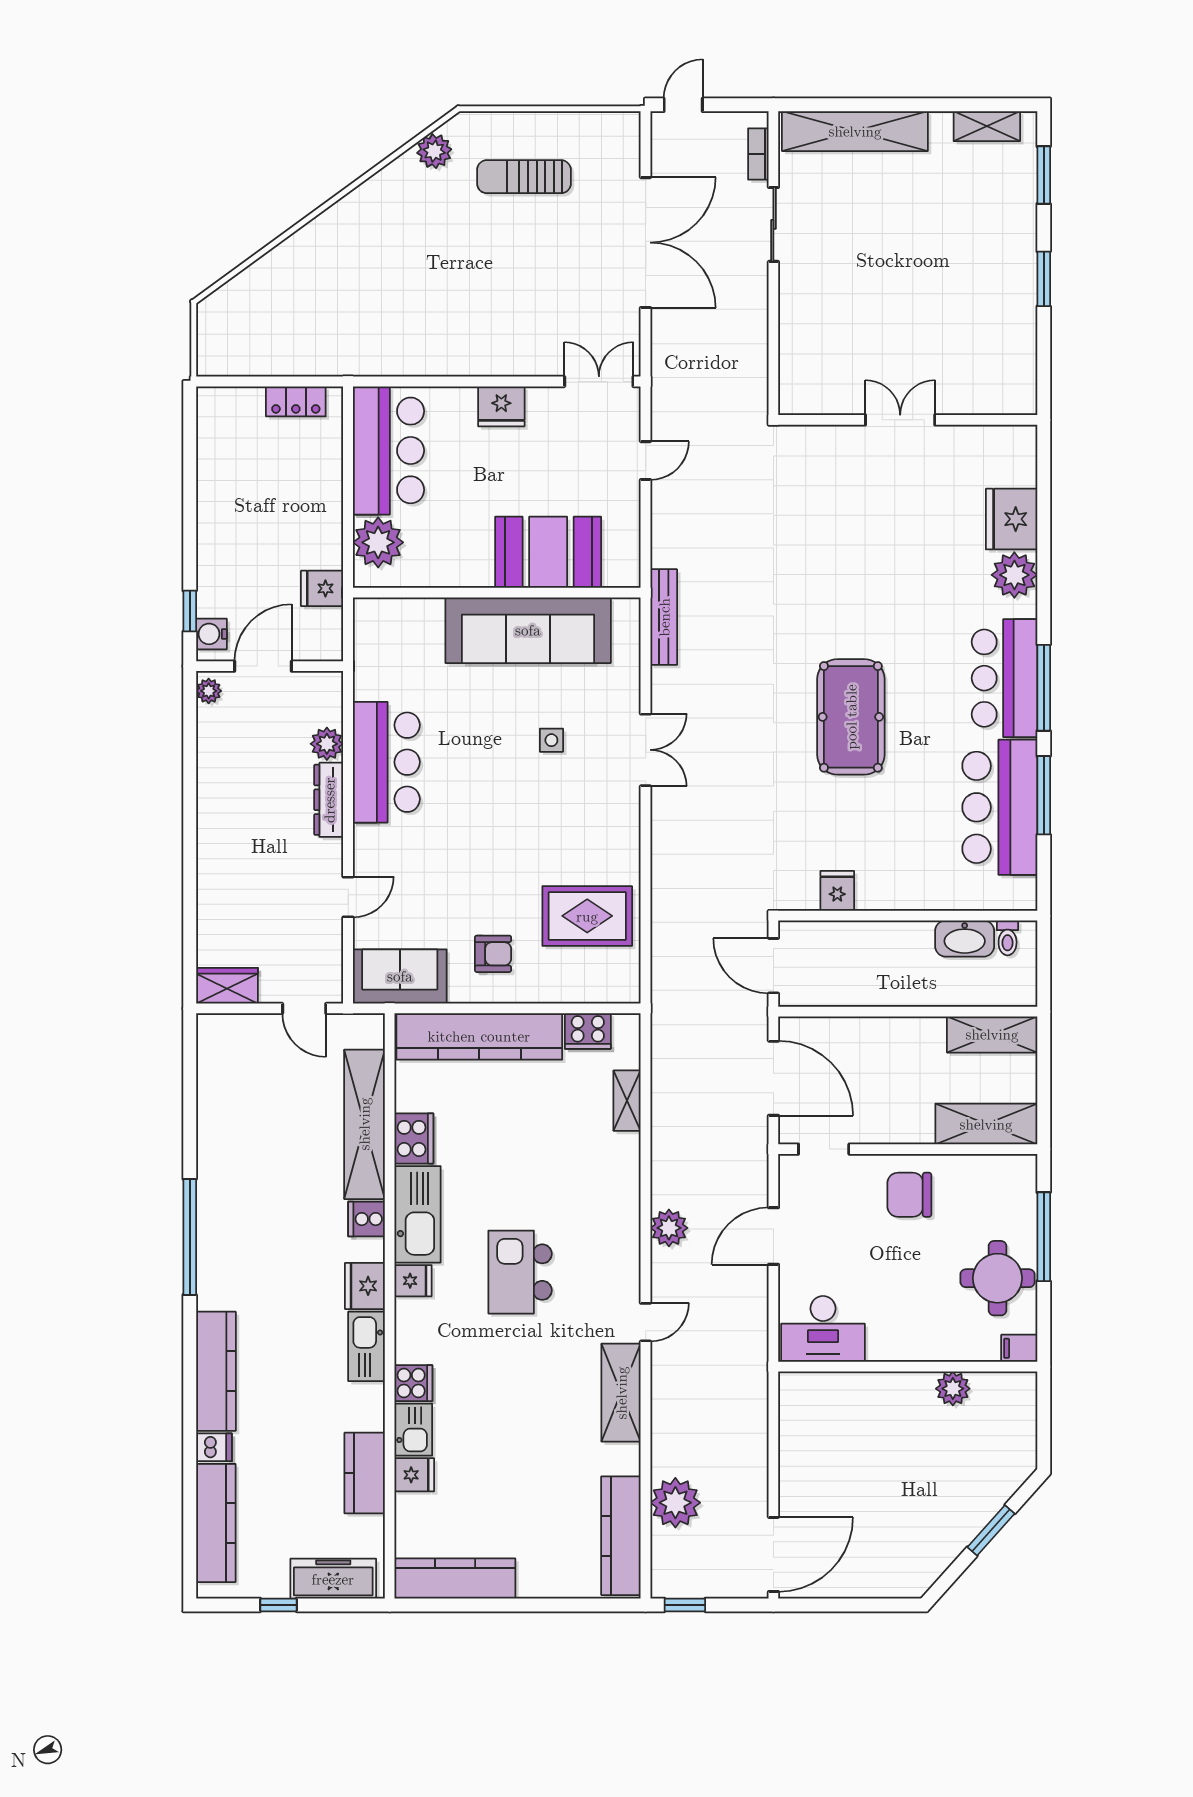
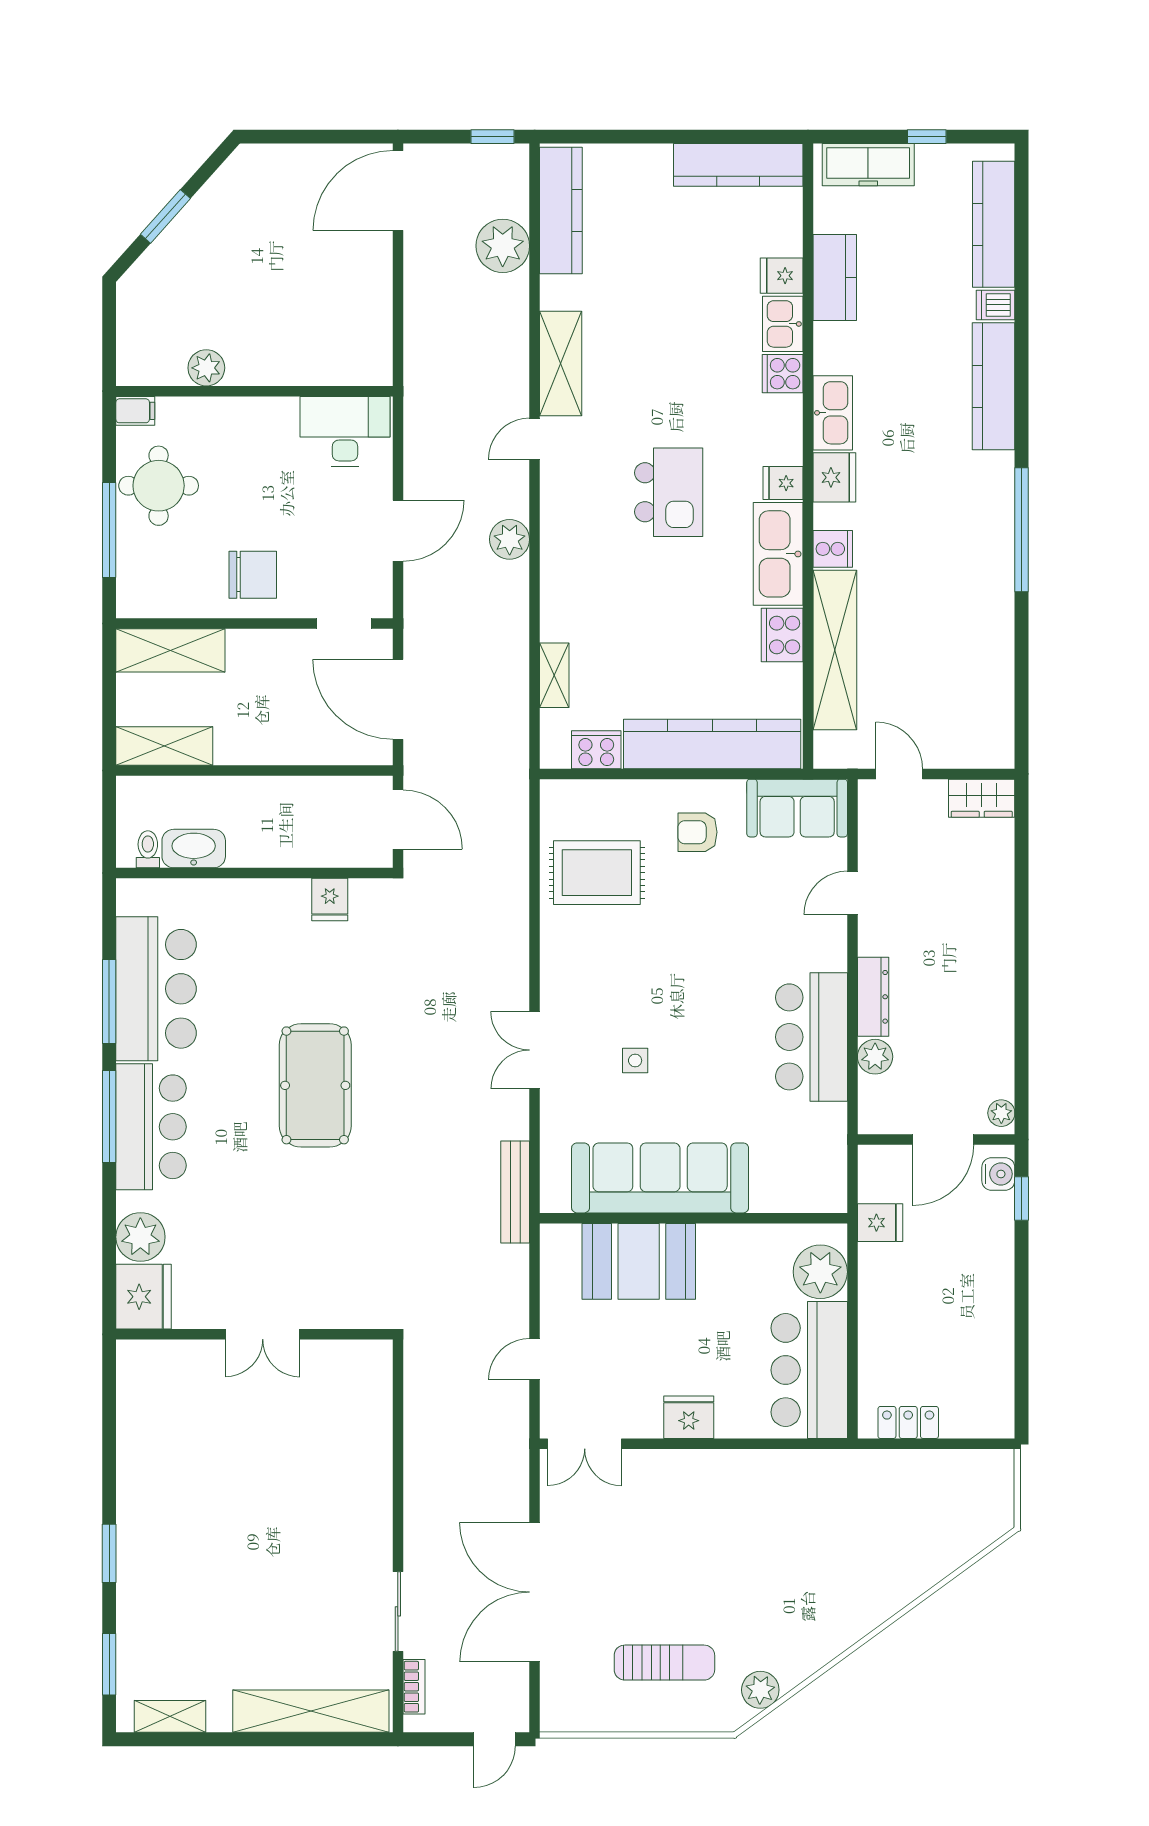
double door: (900, 420) -> (263, 1334), moved
wall: (908, 420) -> (254, 1334), moved

